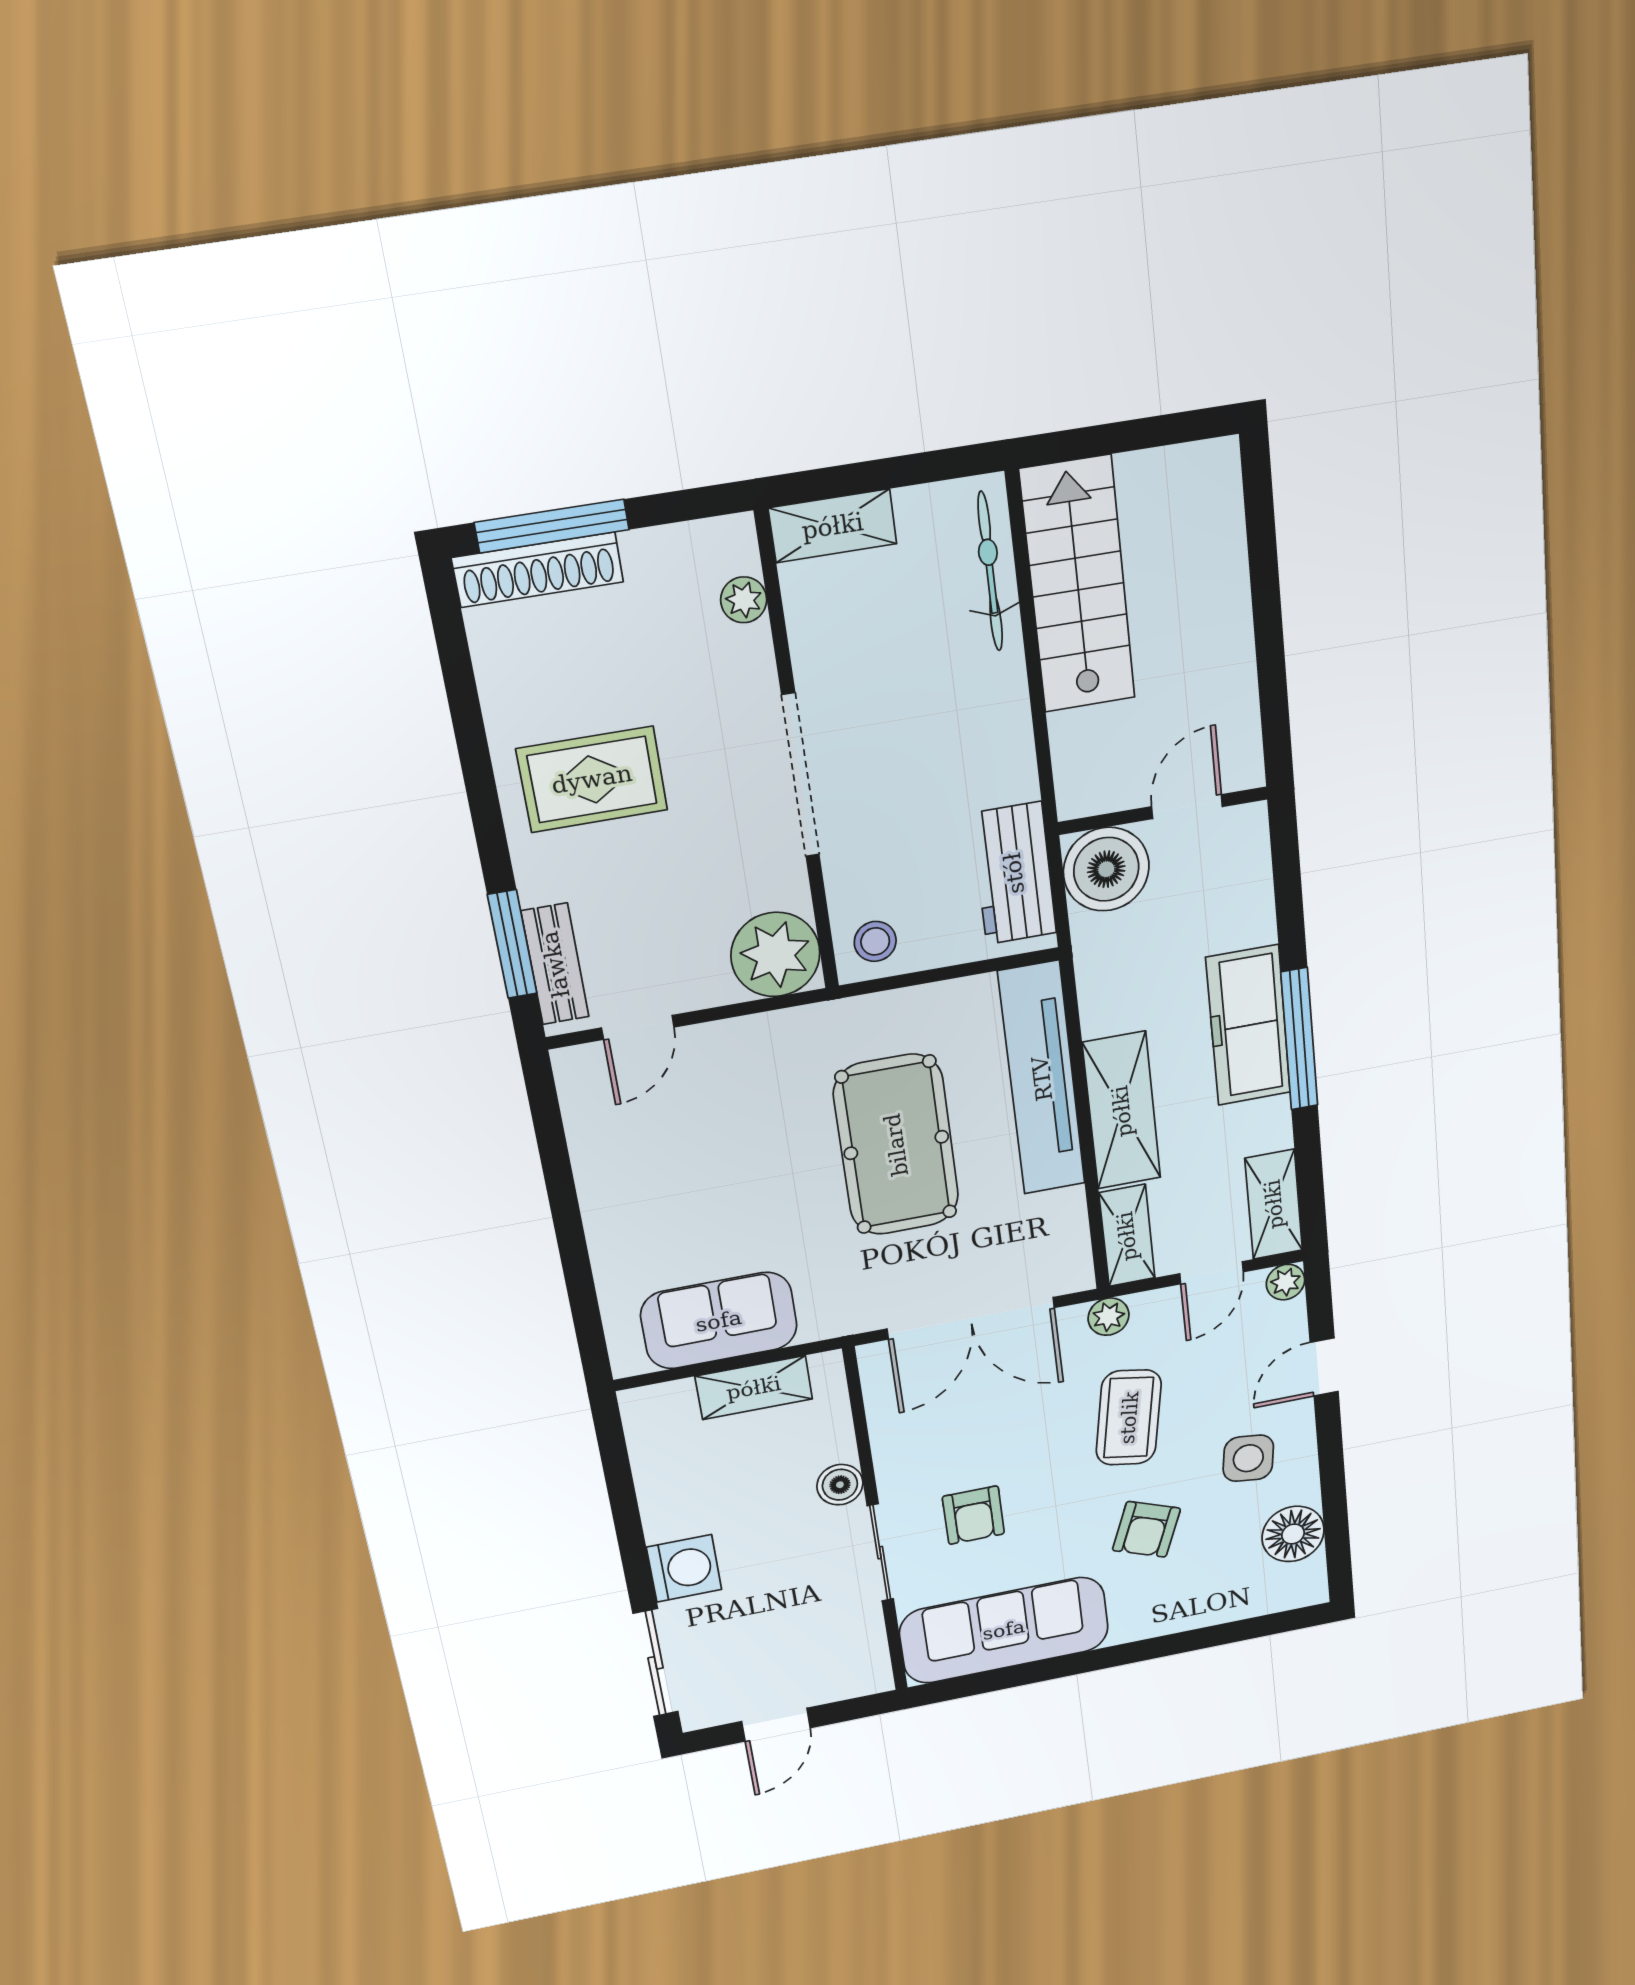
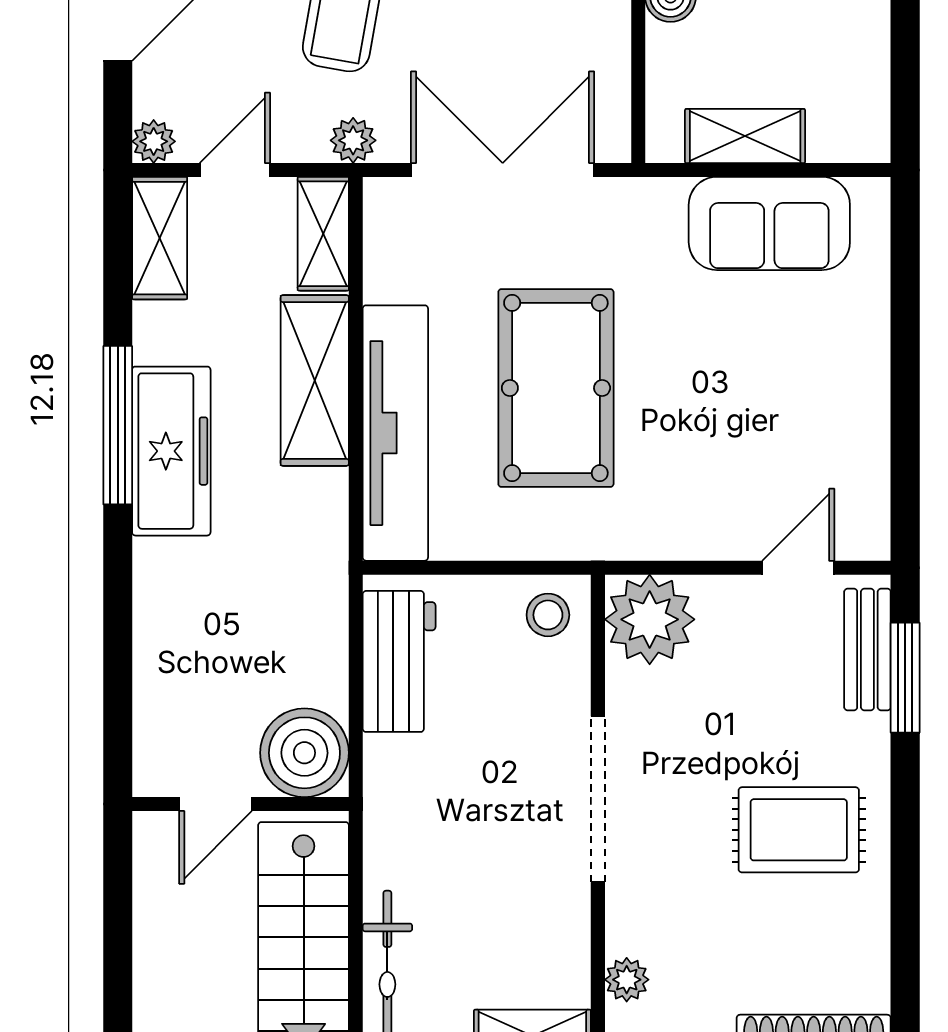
door: (1187, 807) -> (216, 804), moved
wall: (1163, 811) -> (240, 804), moved
boiler: (1106, 869) -> (304, 753), moved

